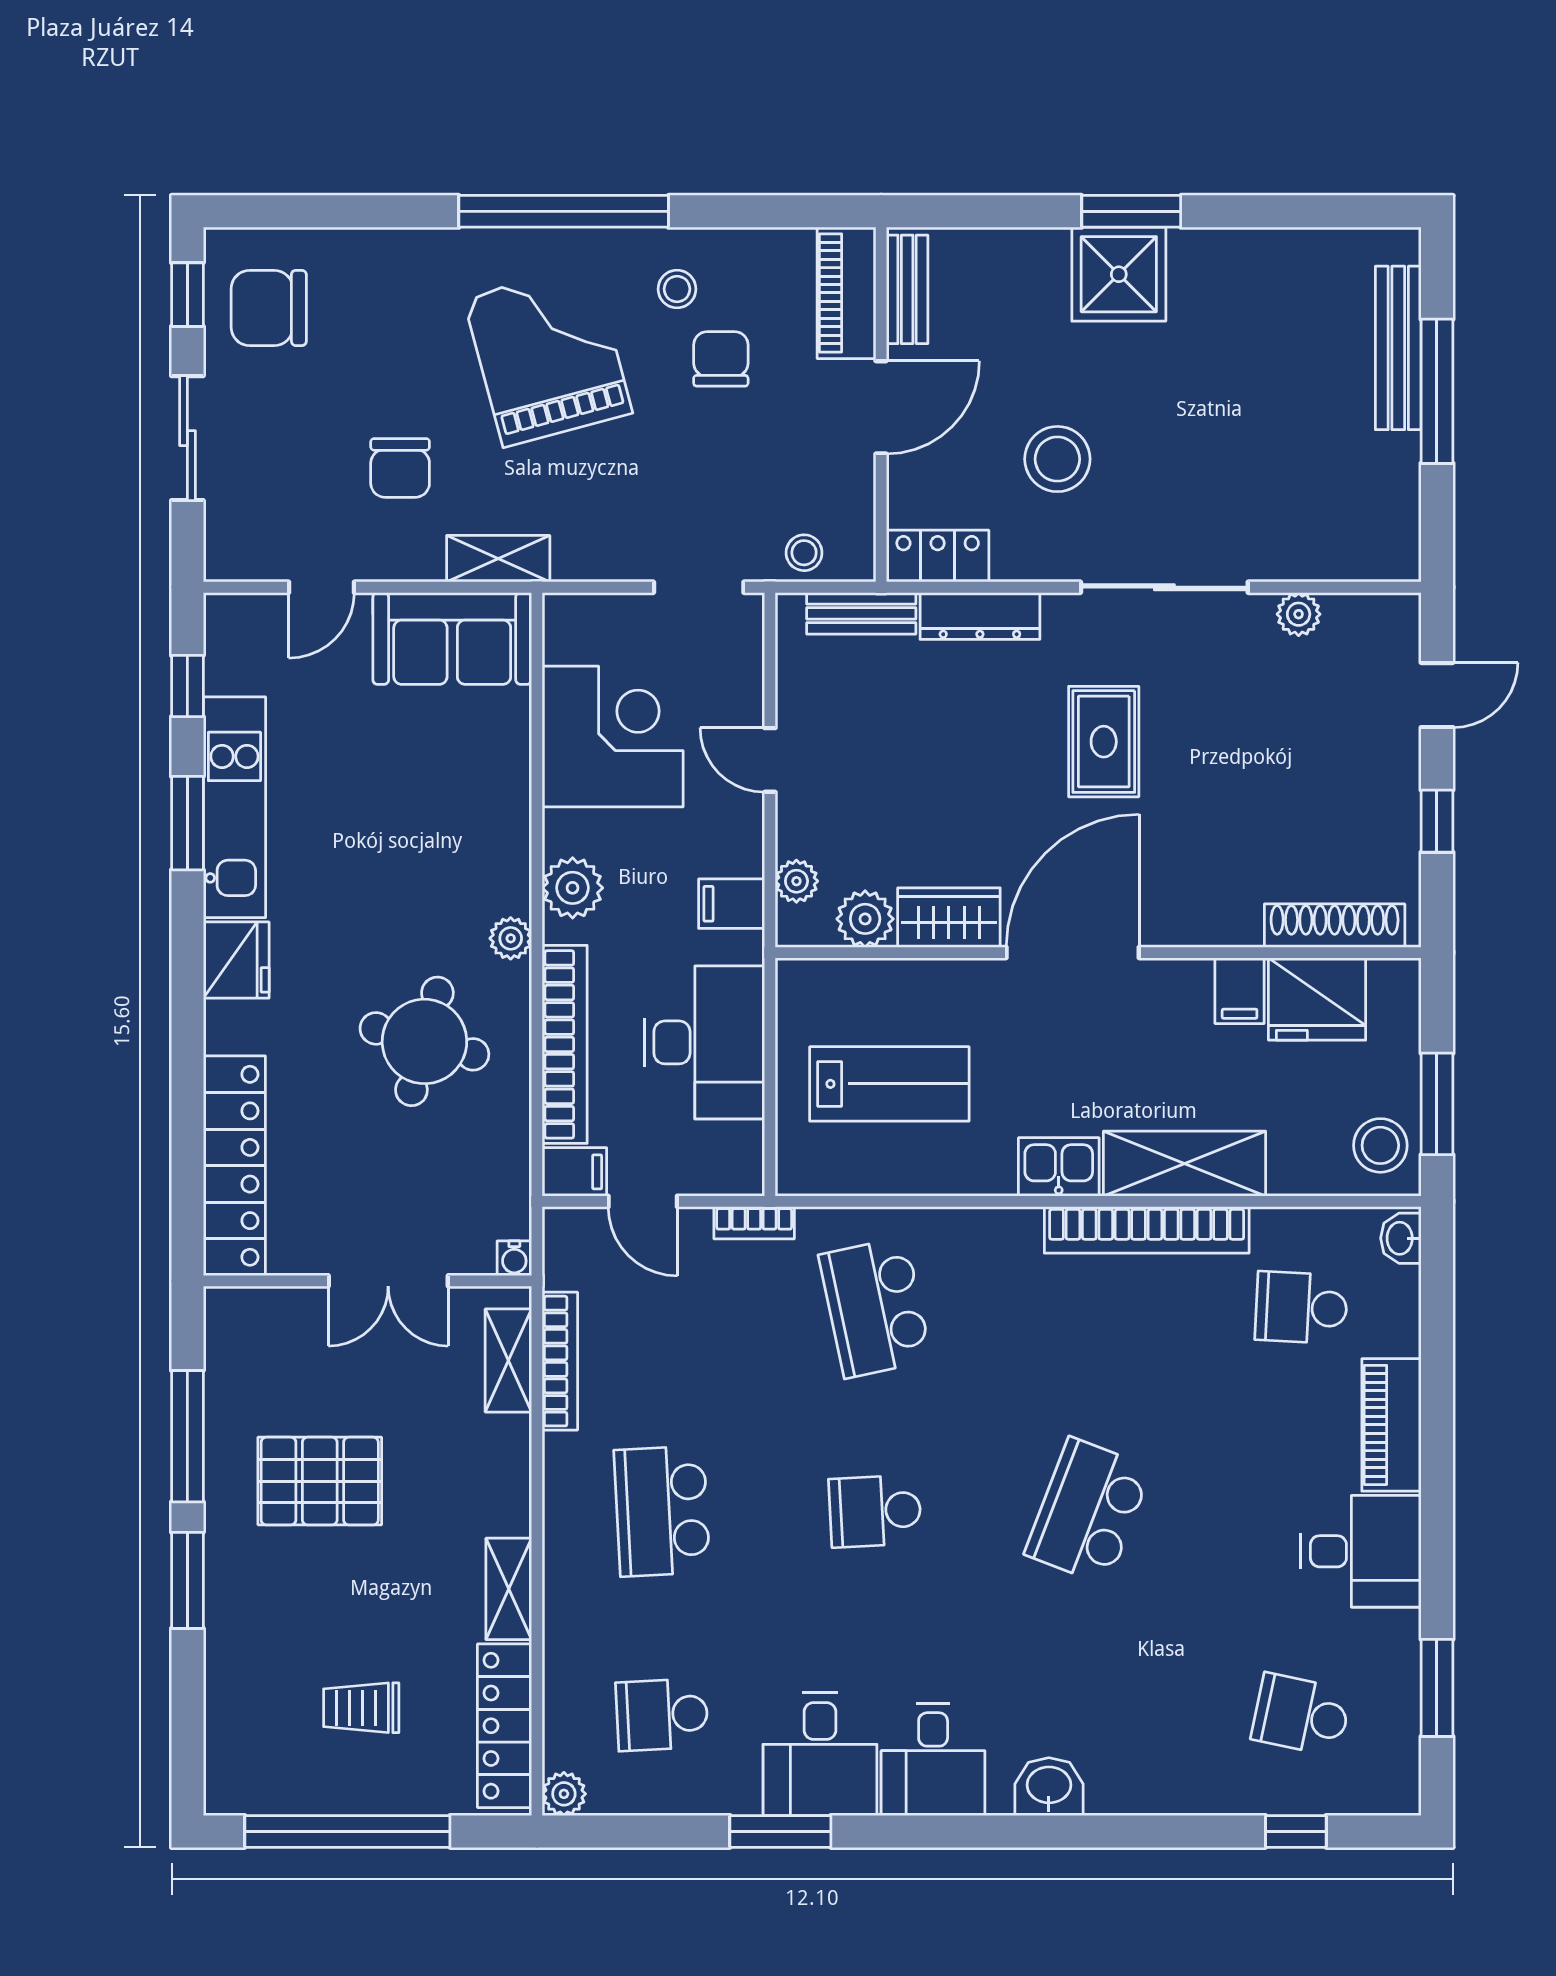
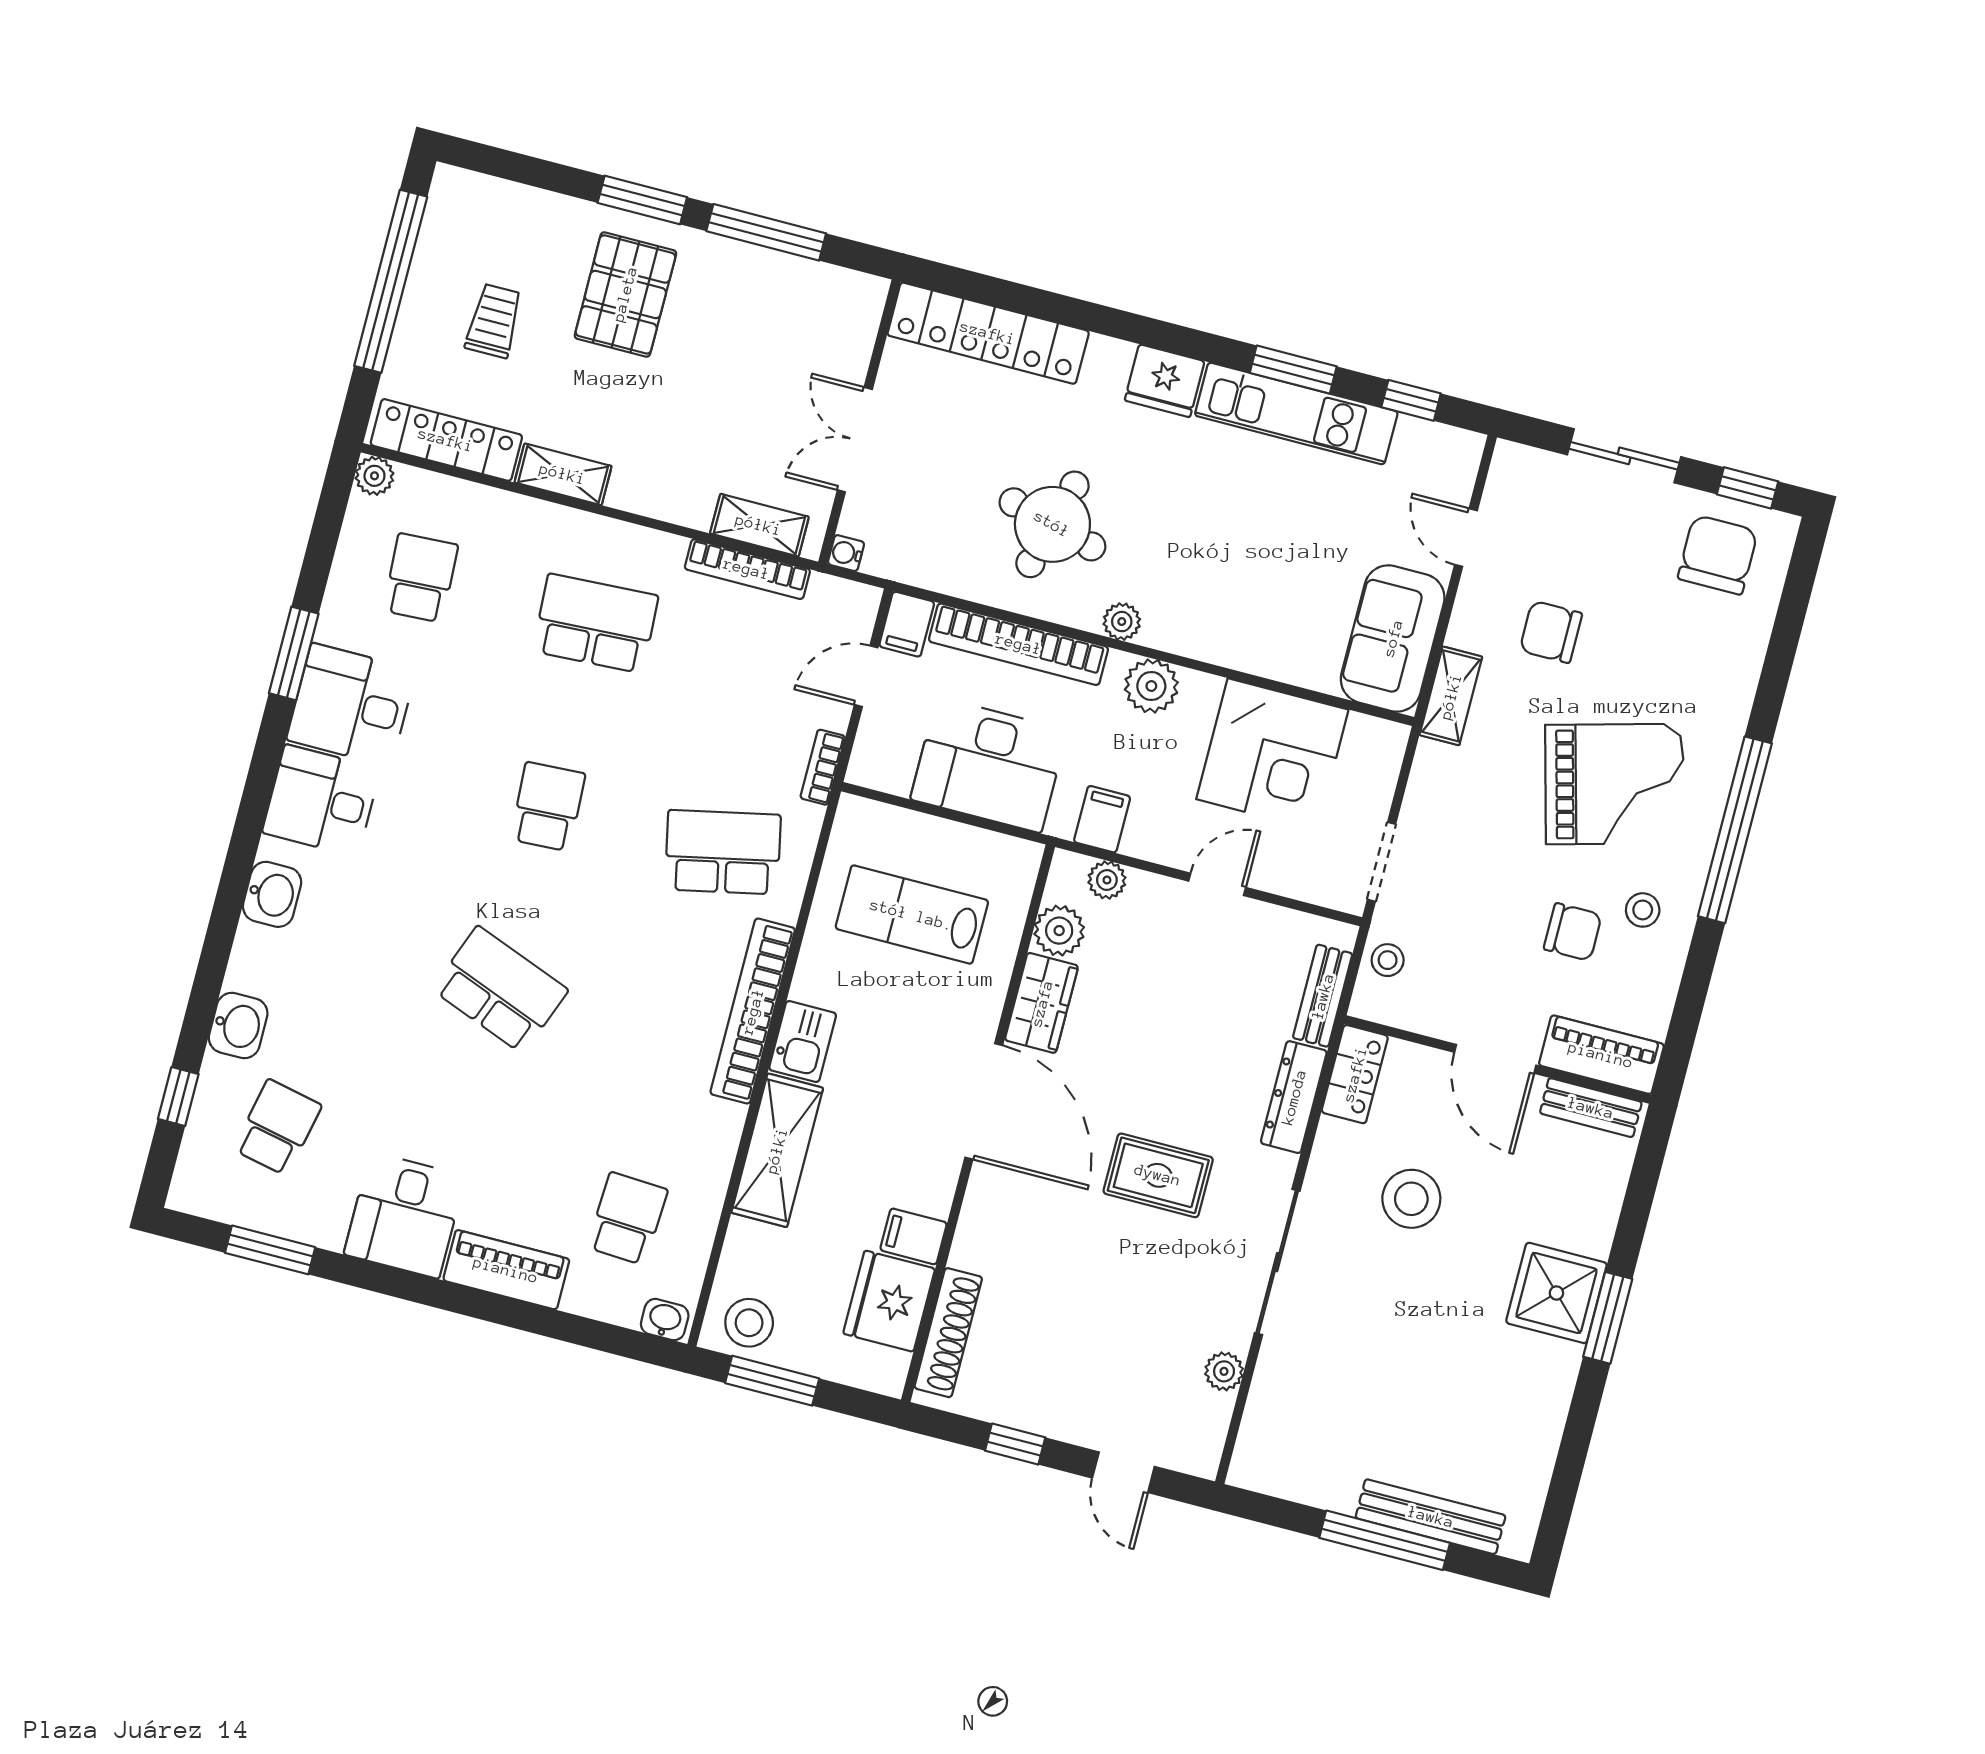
lab bench: (889, 1084) -> (912, 915), turned 90
bookcase: (1147, 1230) -> (753, 1011), moved
pallet: (320, 1481) -> (625, 294), moved
washbasin: (1202, 1786) -> (238, 1026), added

